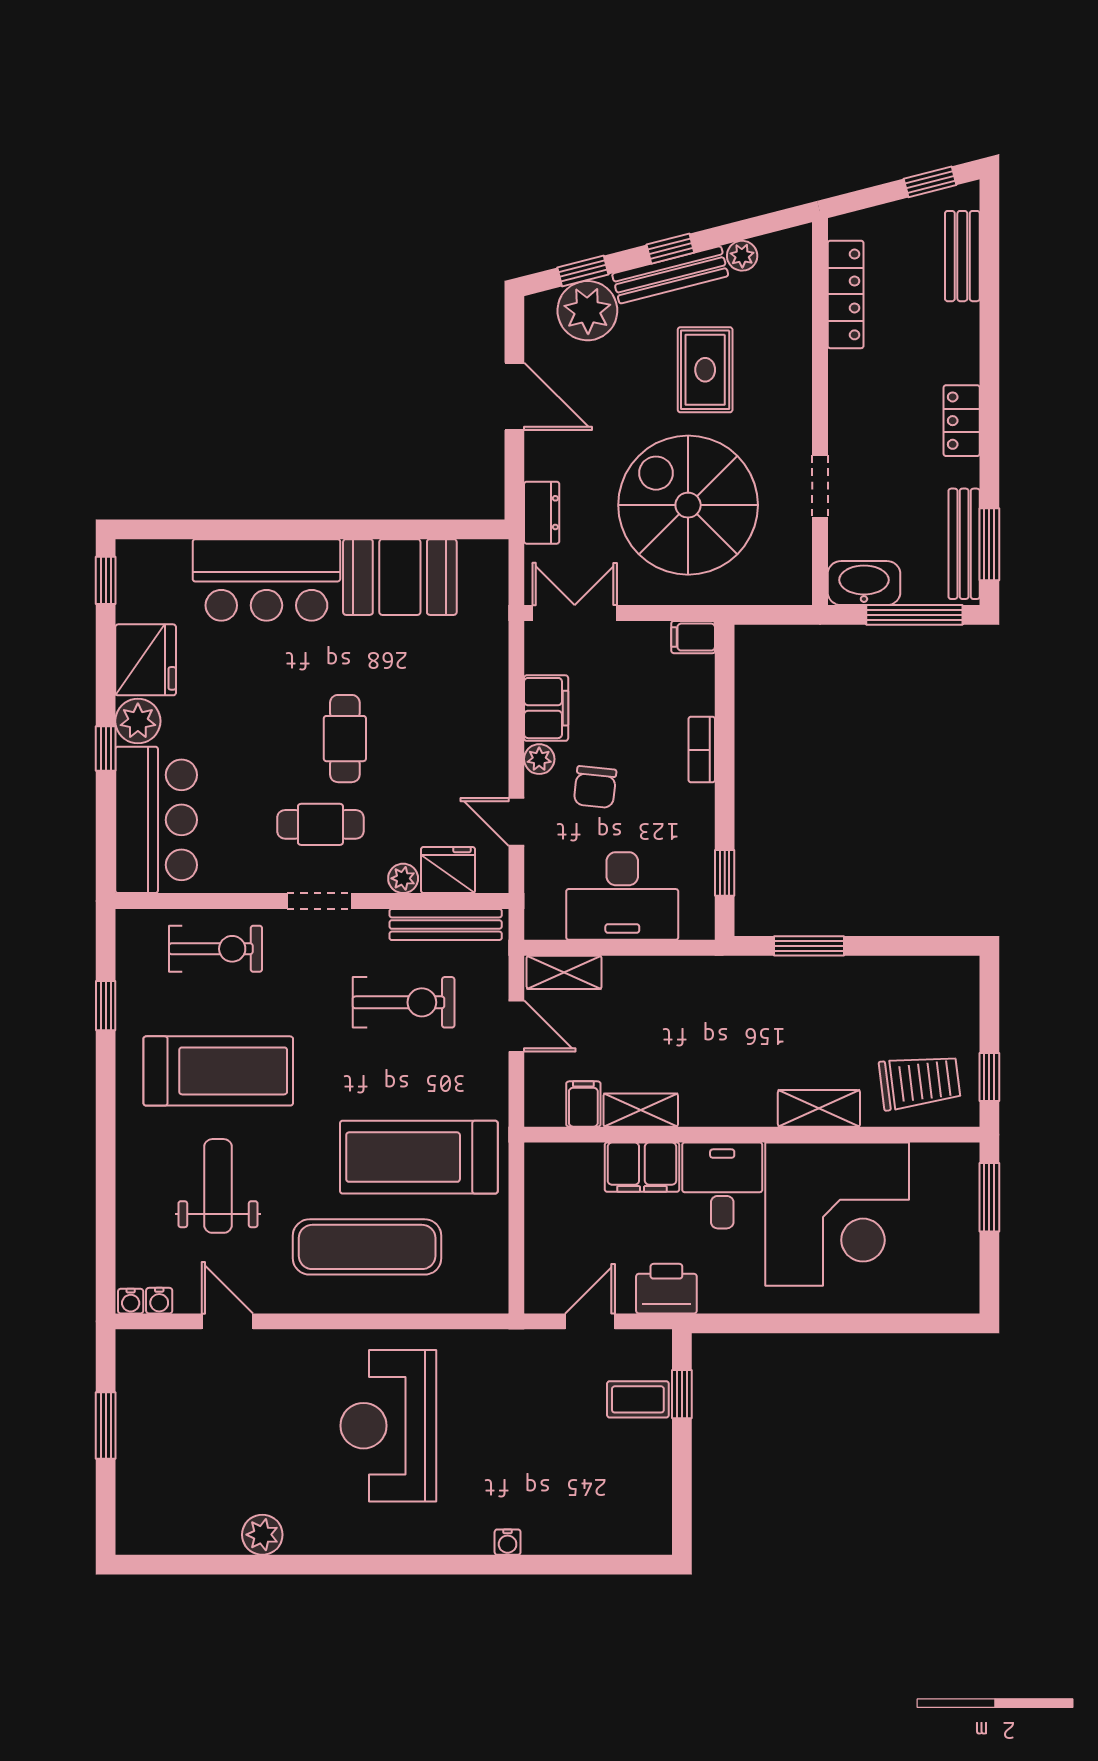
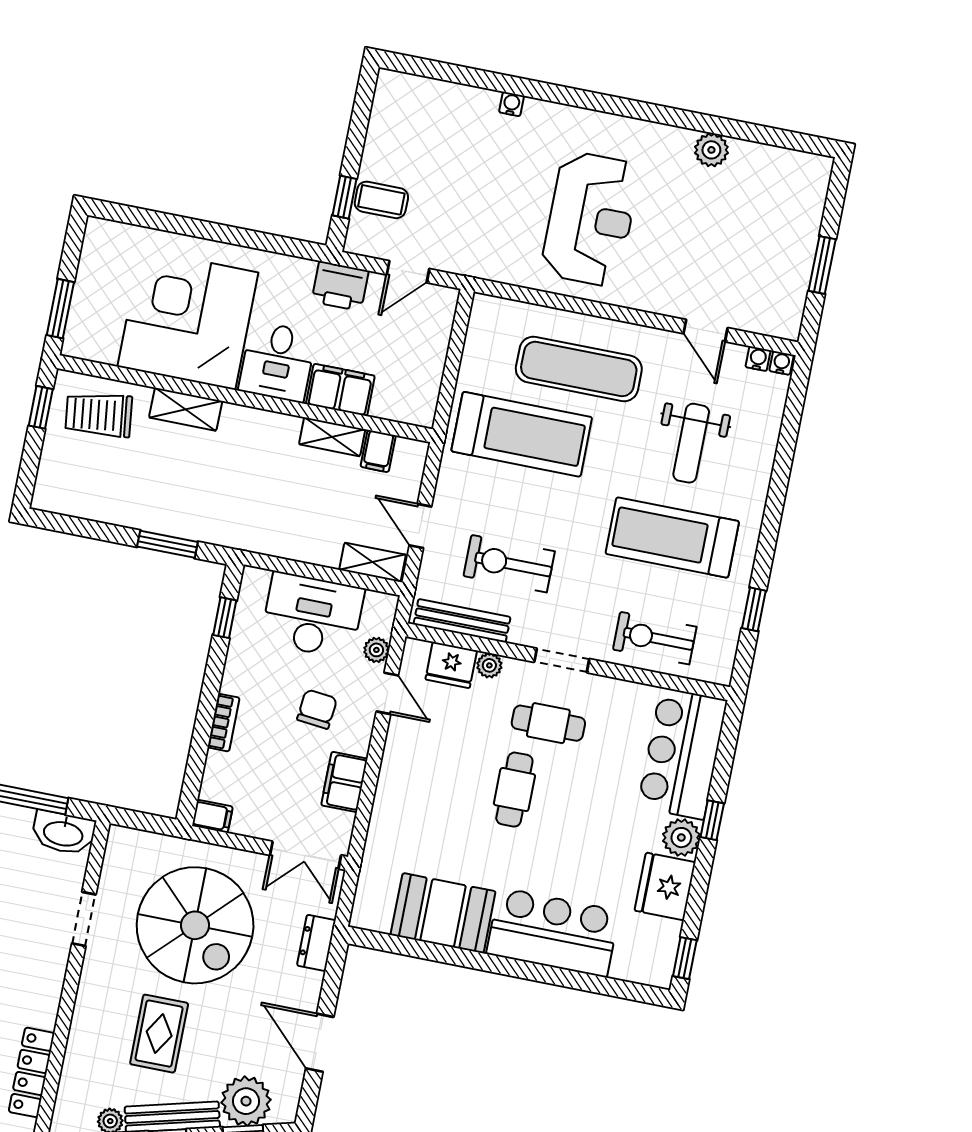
plant: (539, 759) -> (376, 650), moved

